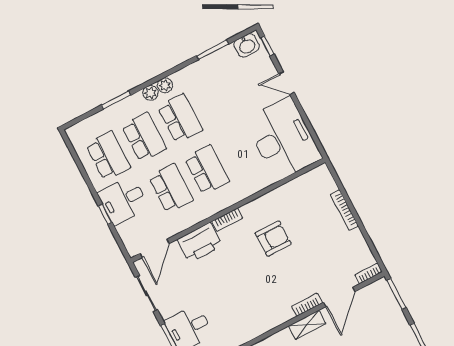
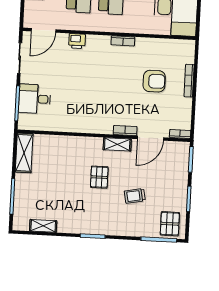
bookcase: (227, 220) -> (123, 41), moved
armchair: (273, 239) -> (154, 81), moved
printer: (200, 243) -> (77, 41), width x0.53, depth x0.68

